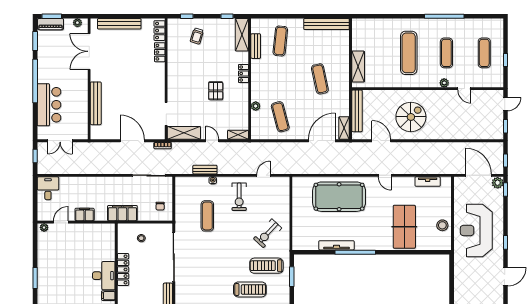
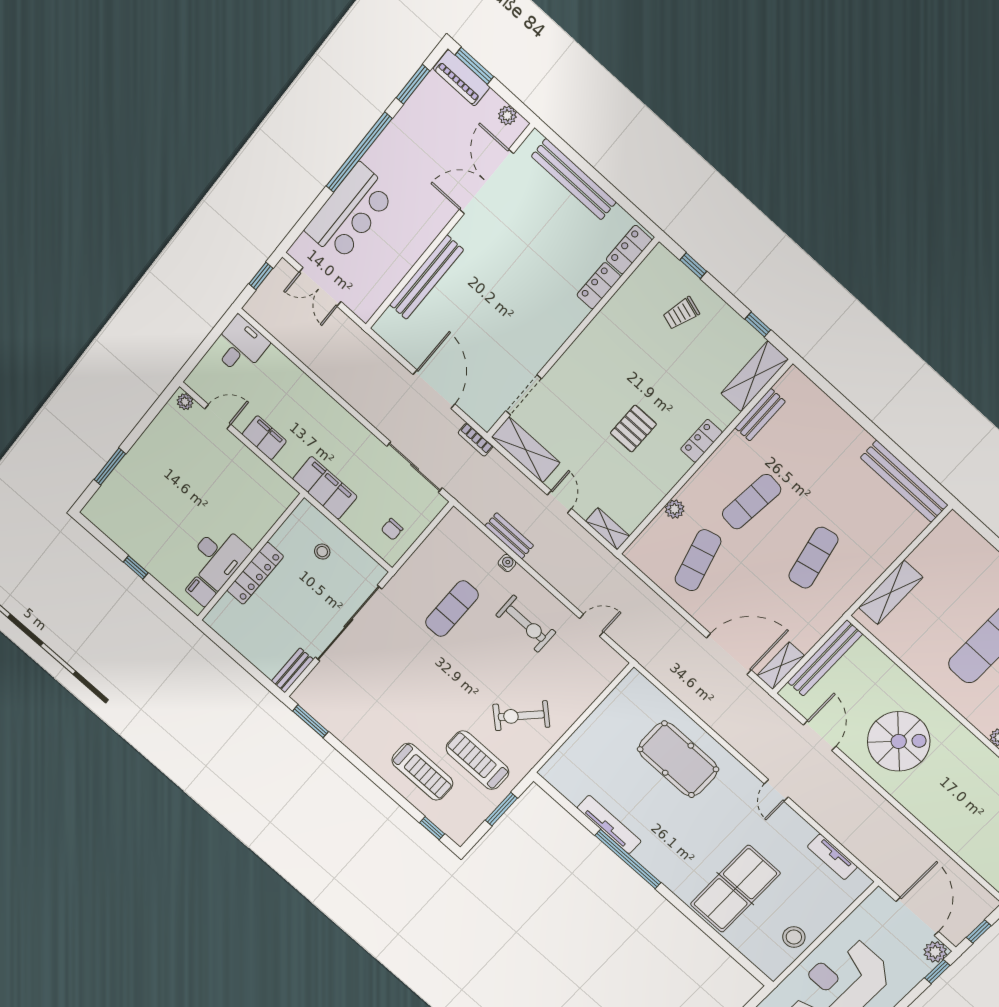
exercise mat: (280, 41) -> (752, 502), moved
exercise bike: (239, 197) -> (526, 624), turned -90
pool table: (339, 197) -> (678, 759), width x0.73, depth x0.76

